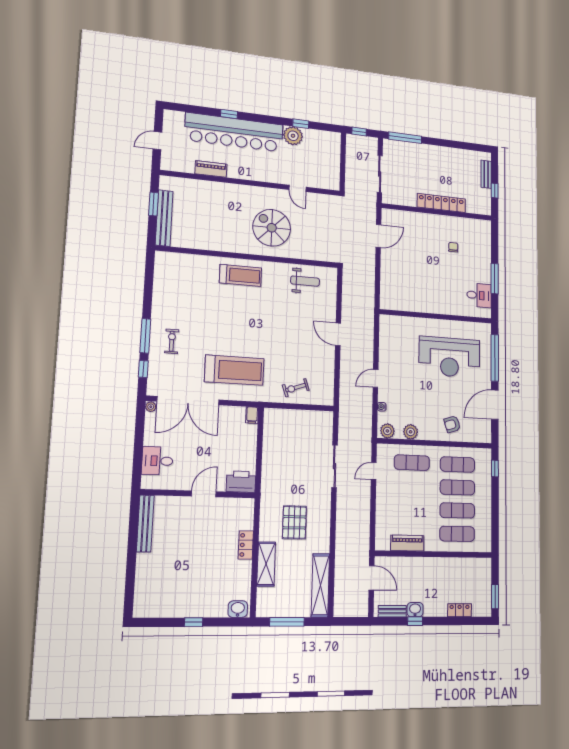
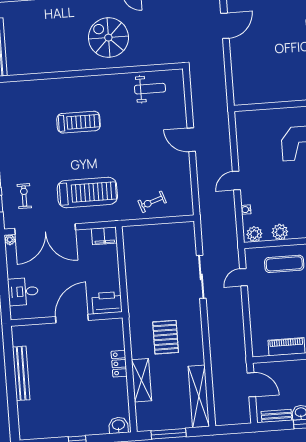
treadmill: (241, 275) -> (79, 122), moved
exercise bike: (172, 341) -> (24, 196), moved
filing cabinet: (252, 415) -> (104, 236), width x2.00
door: (204, 494) -> (72, 319), width x1.36
bench: (145, 523) -> (21, 373), moved

